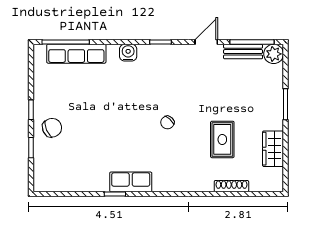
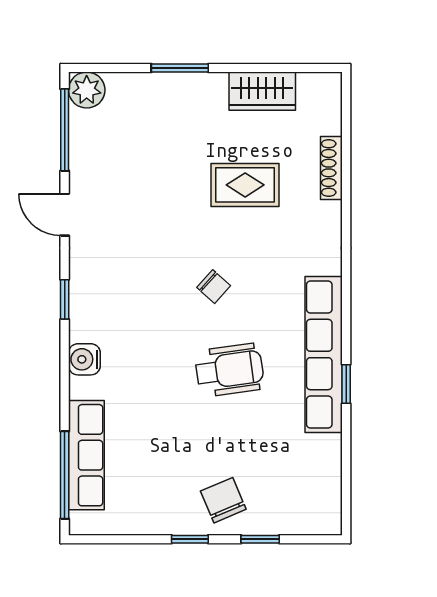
bench: (243, 52) -> (82, 147), removed
wheelchair: (122, 131) -> (229, 370), added
row of seats: (131, 182) -> (324, 354), width x2.02

